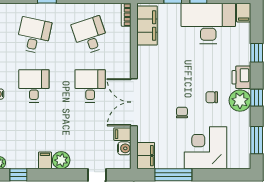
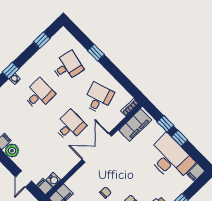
double door: (134, 102) -> (97, 148), moved
filing cabinet: (122, 134) -> (44, 186), moved

